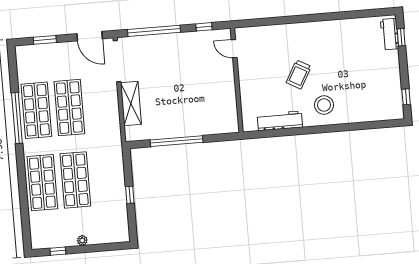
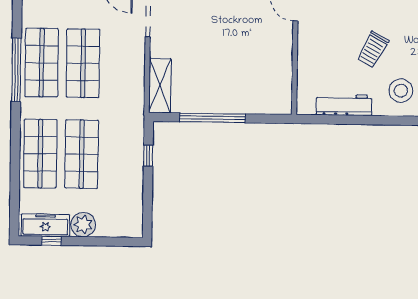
shelving: (131, 104) -> (160, 86), moved
window: (130, 195) -> (148, 156), moved
freezer: (52, 239) -> (45, 225), added
plant: (82, 240) -> (83, 225), width x1.87, depth x1.87

